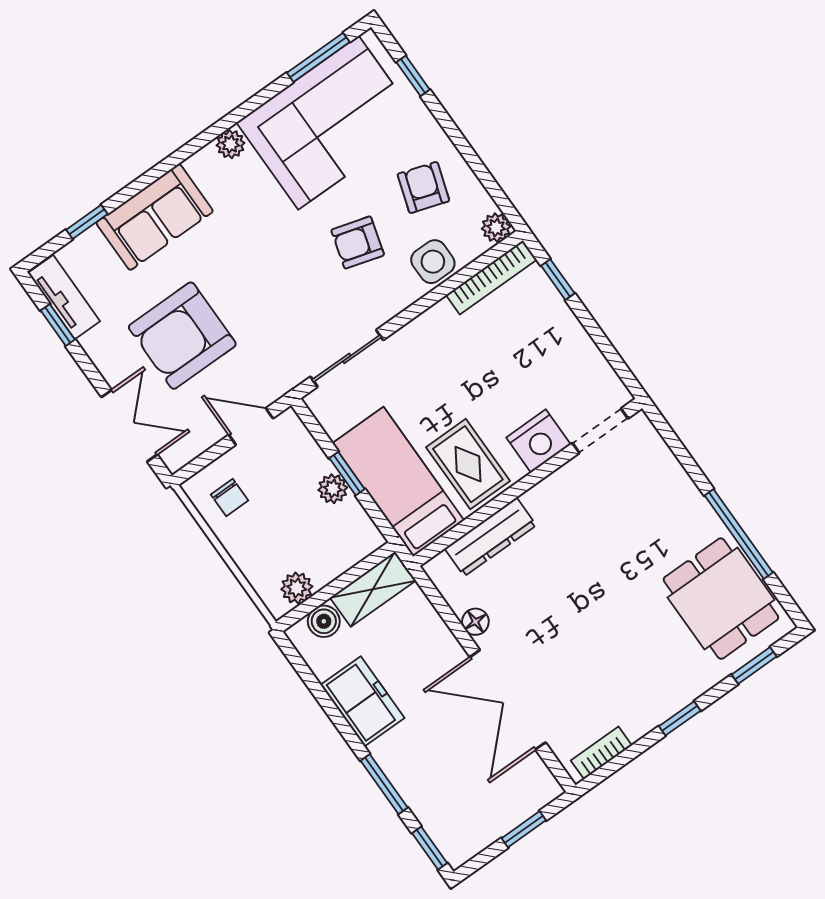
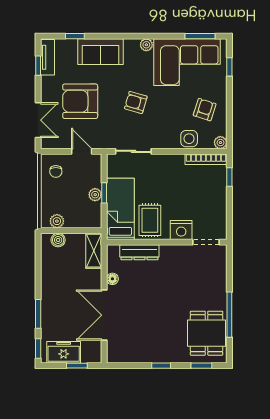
armchair: (358, 243) -> (136, 102), moved
shelving: (373, 589) -> (94, 251), moved, turned 90
freezer: (362, 701) -> (64, 352), moved, turned -90
bookcase: (601, 753) -> (124, 358), removed

